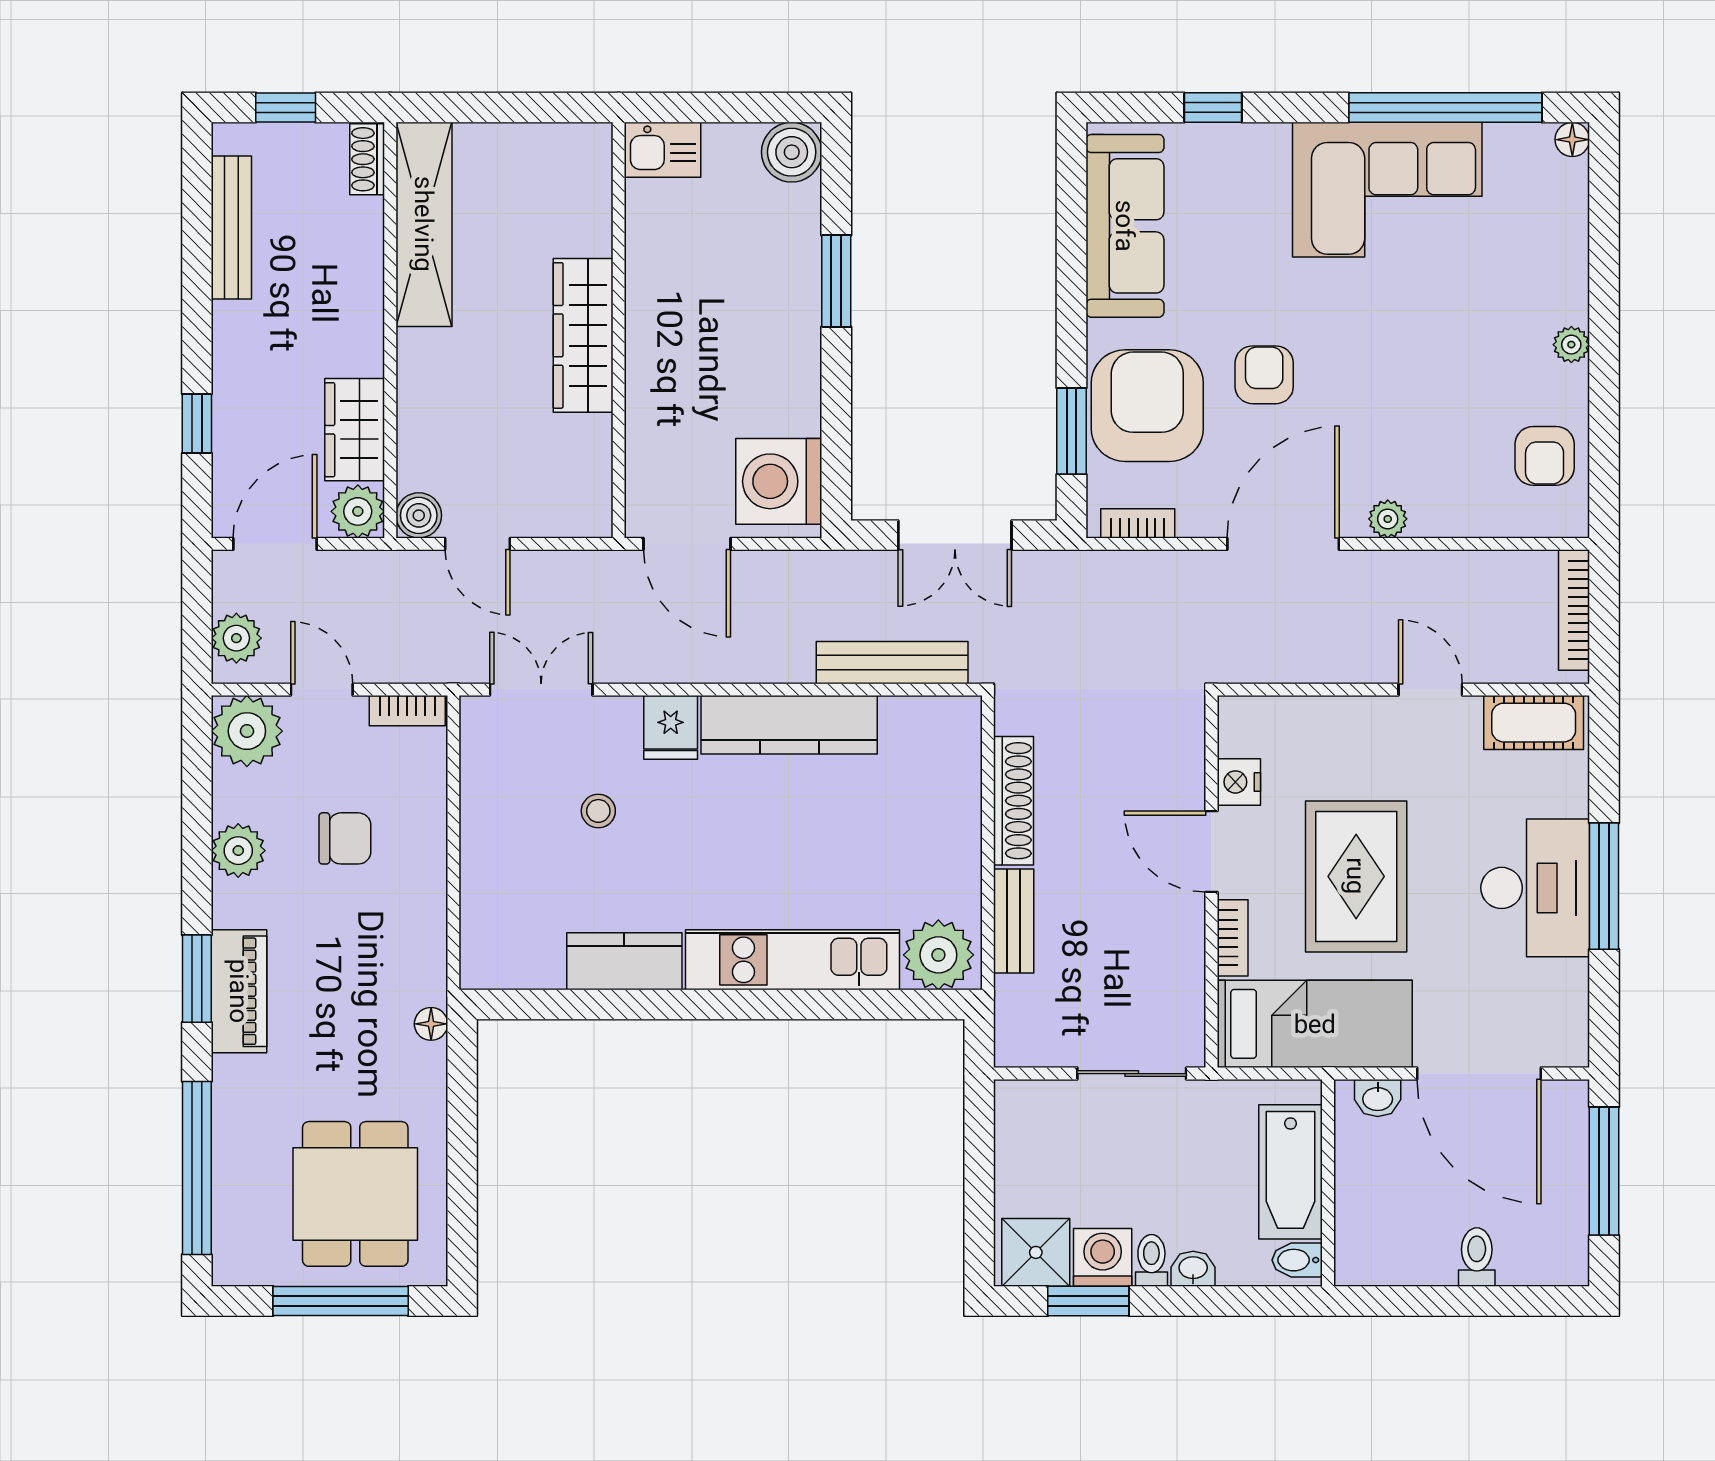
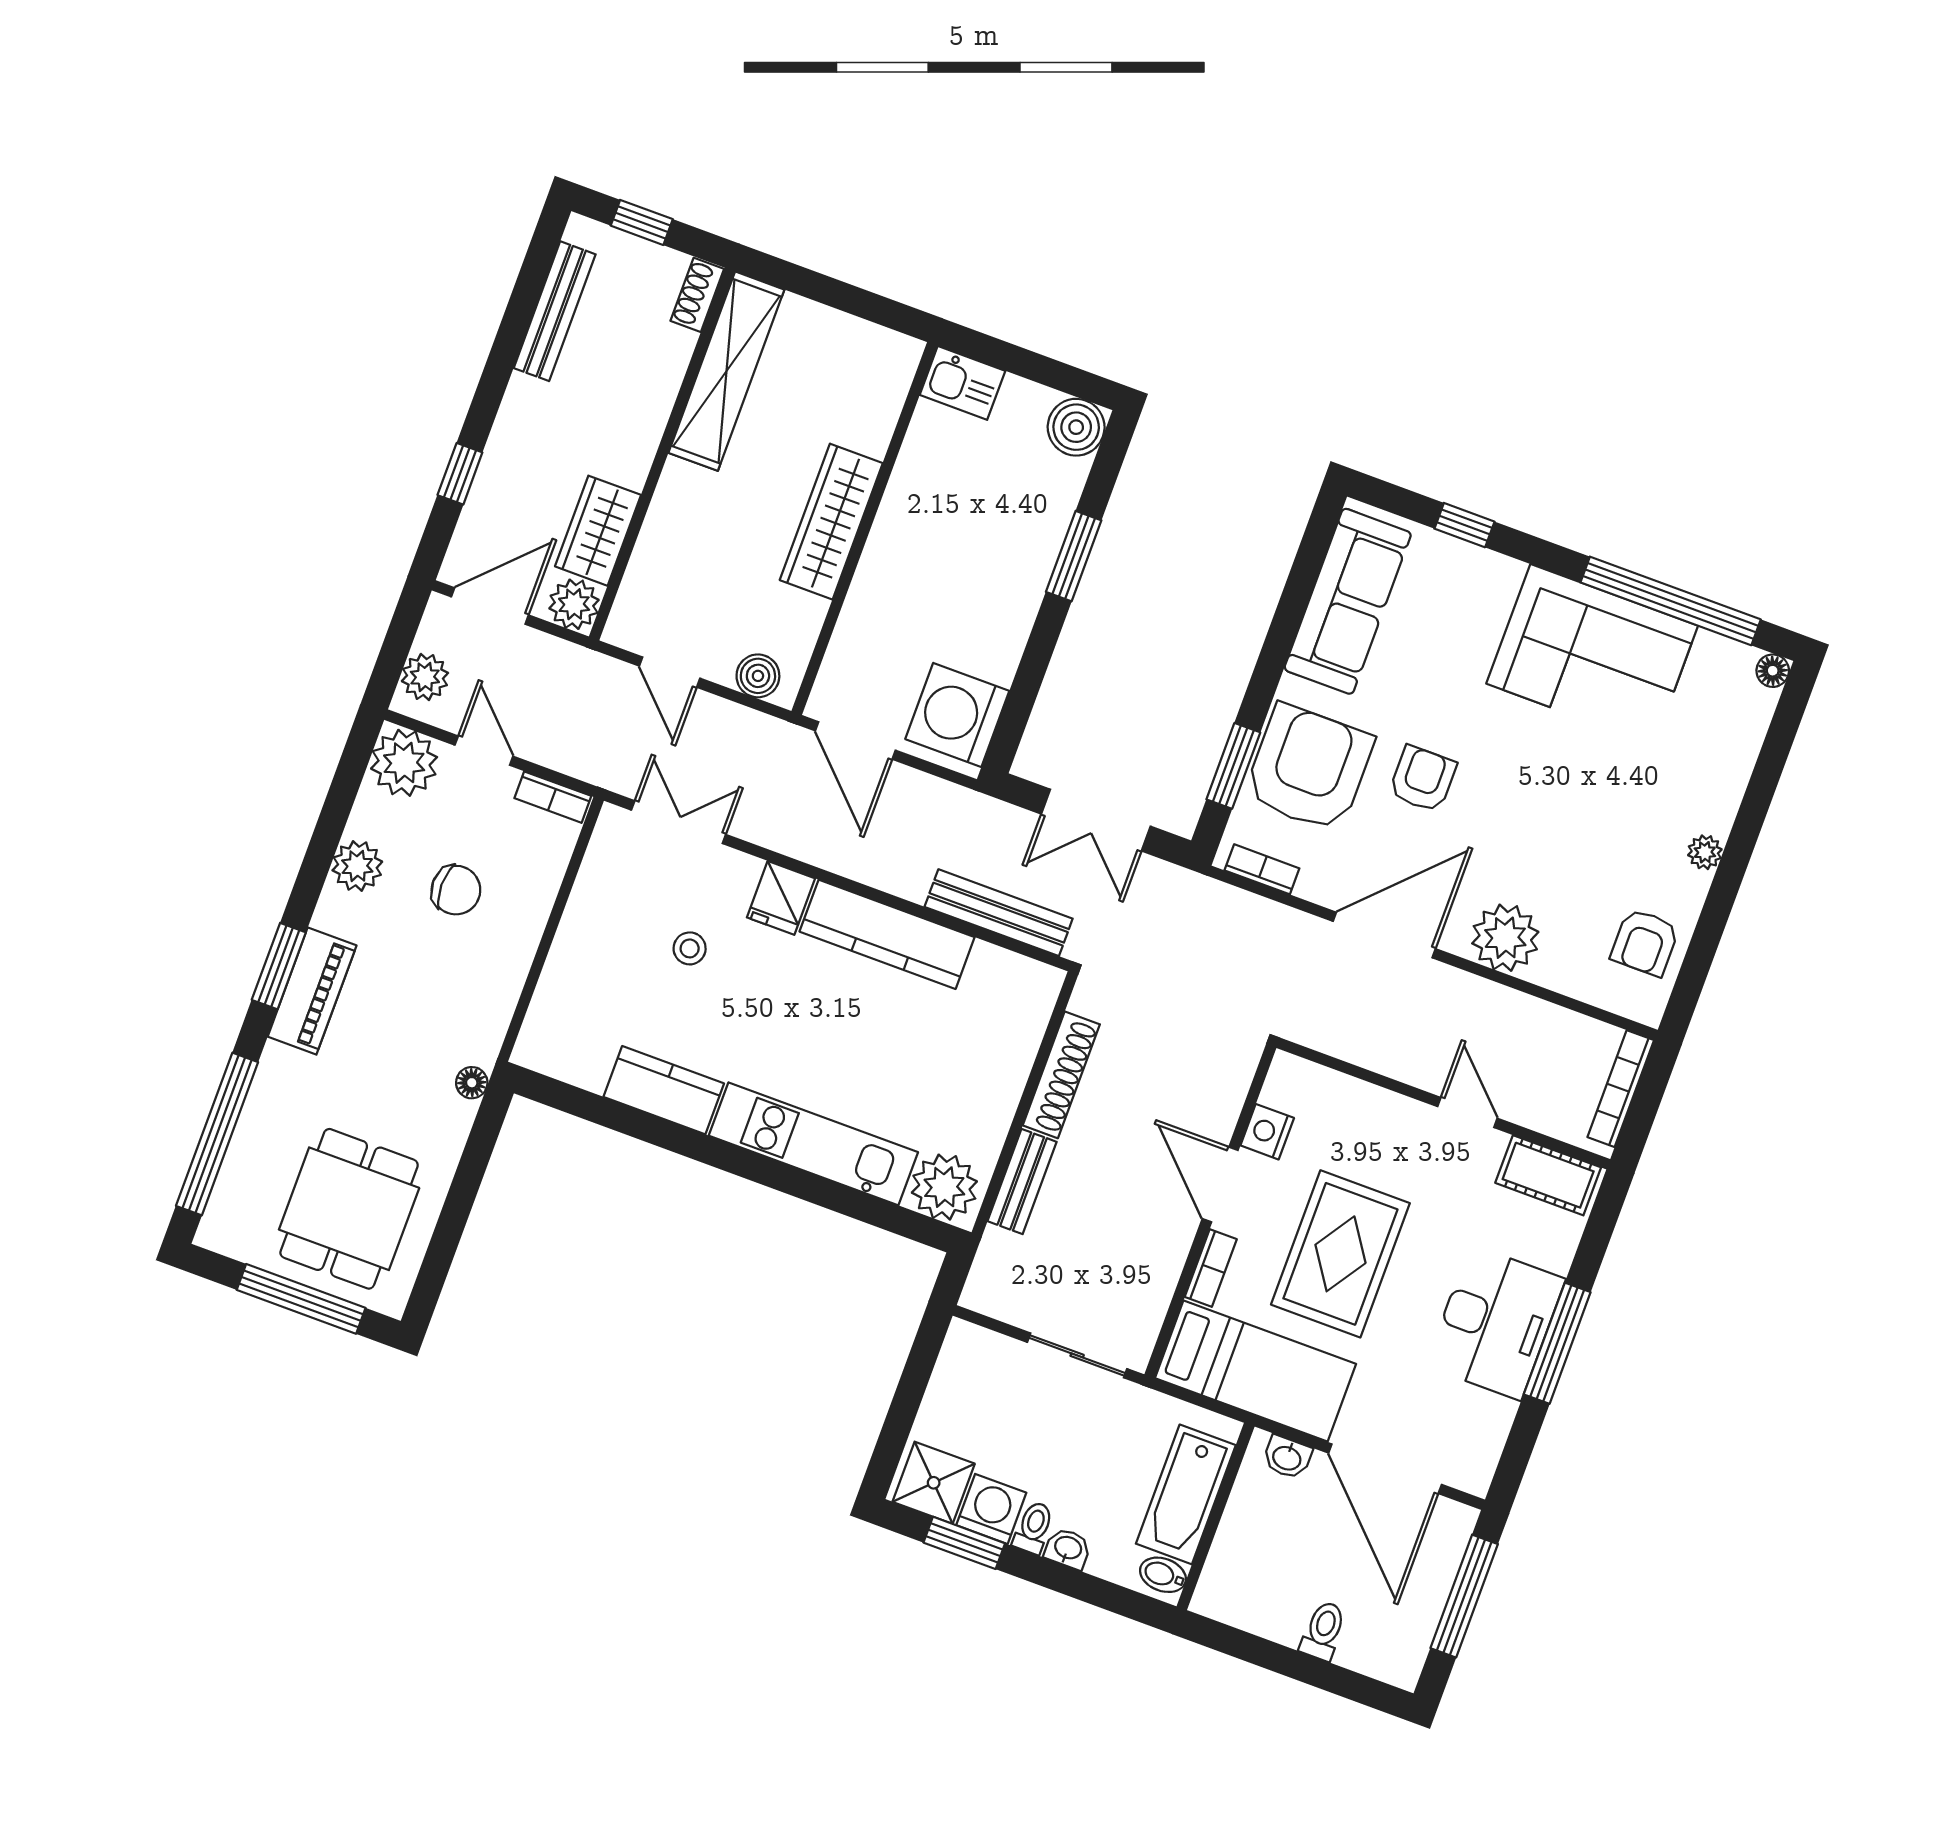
boiler: (419, 515) -> (758, 676), moved
plant: (1388, 519) -> (1505, 938), width x1.87, depth x1.87

